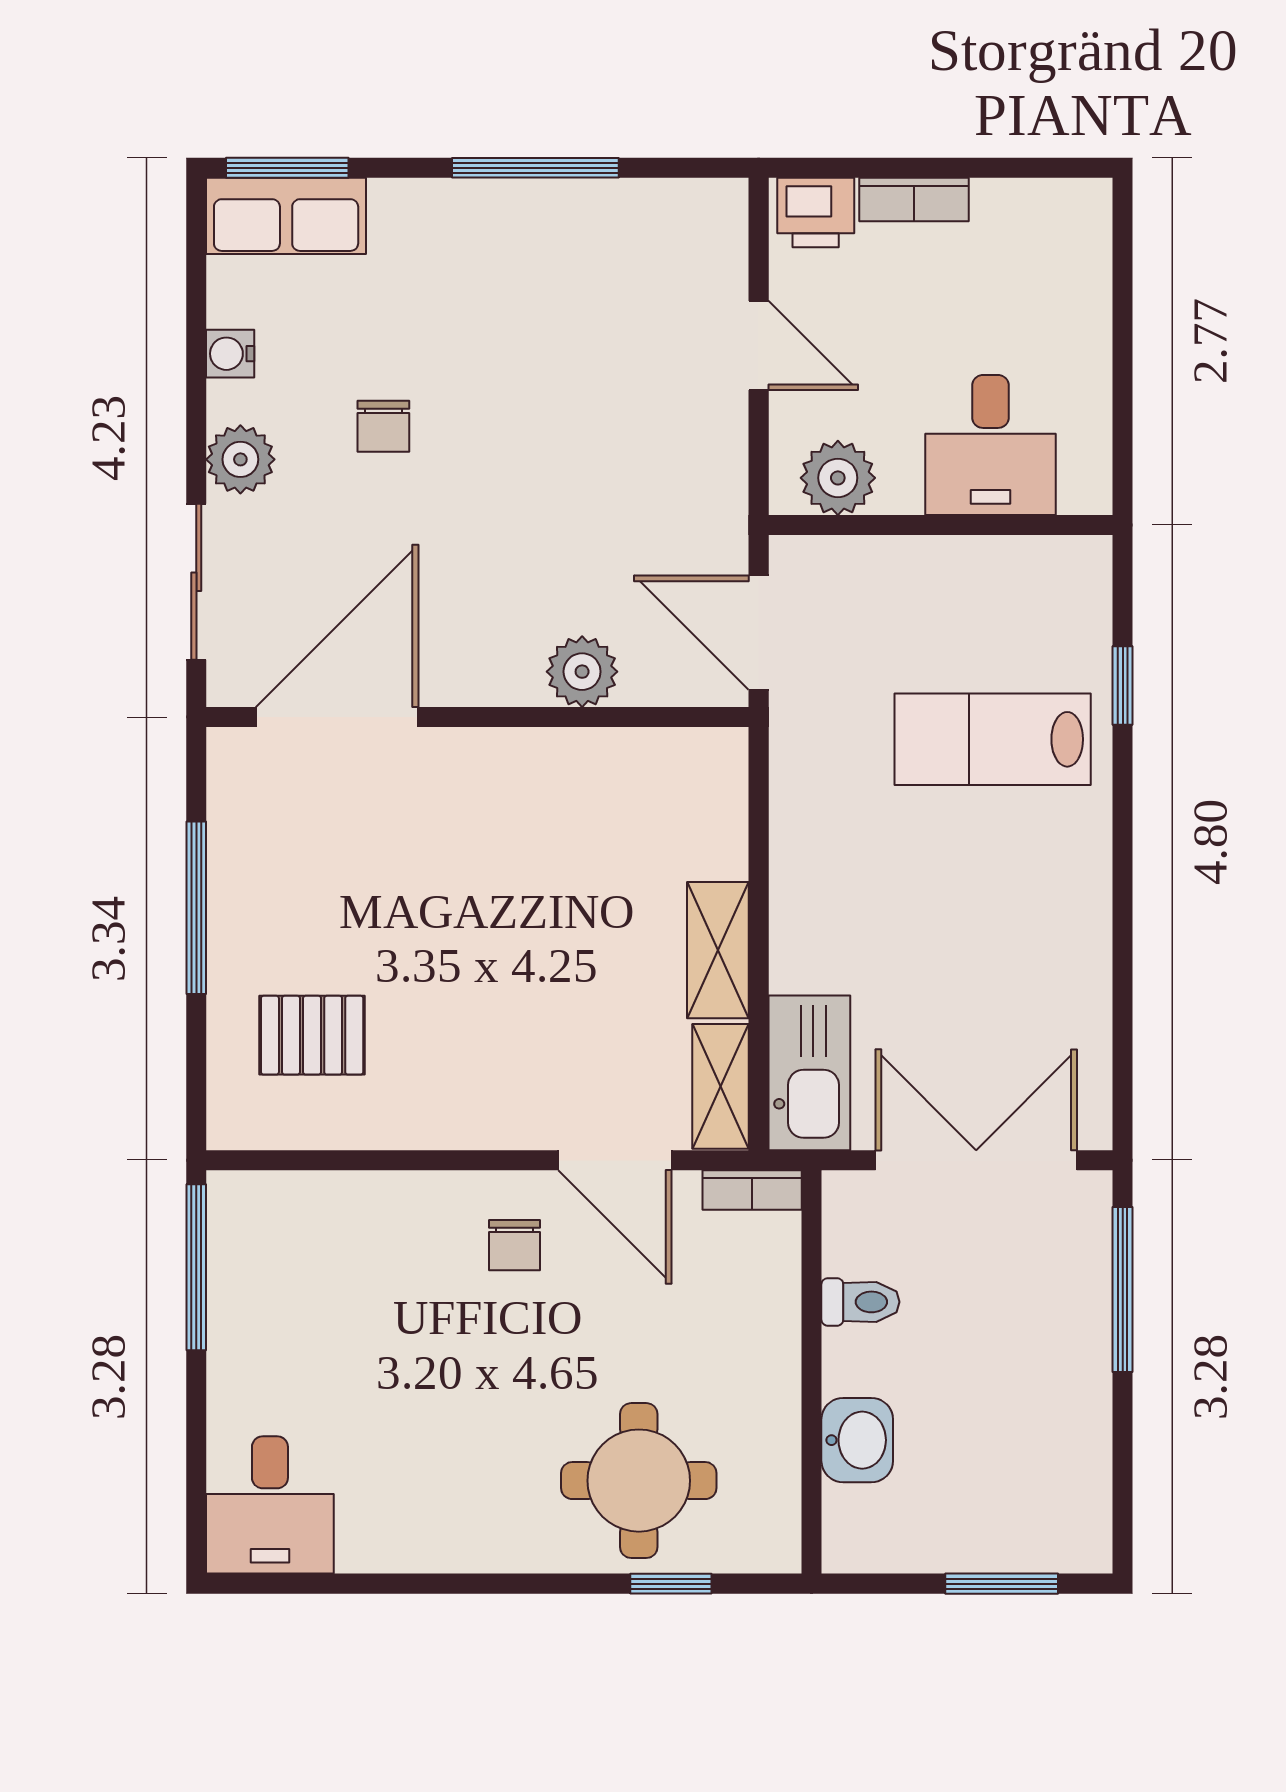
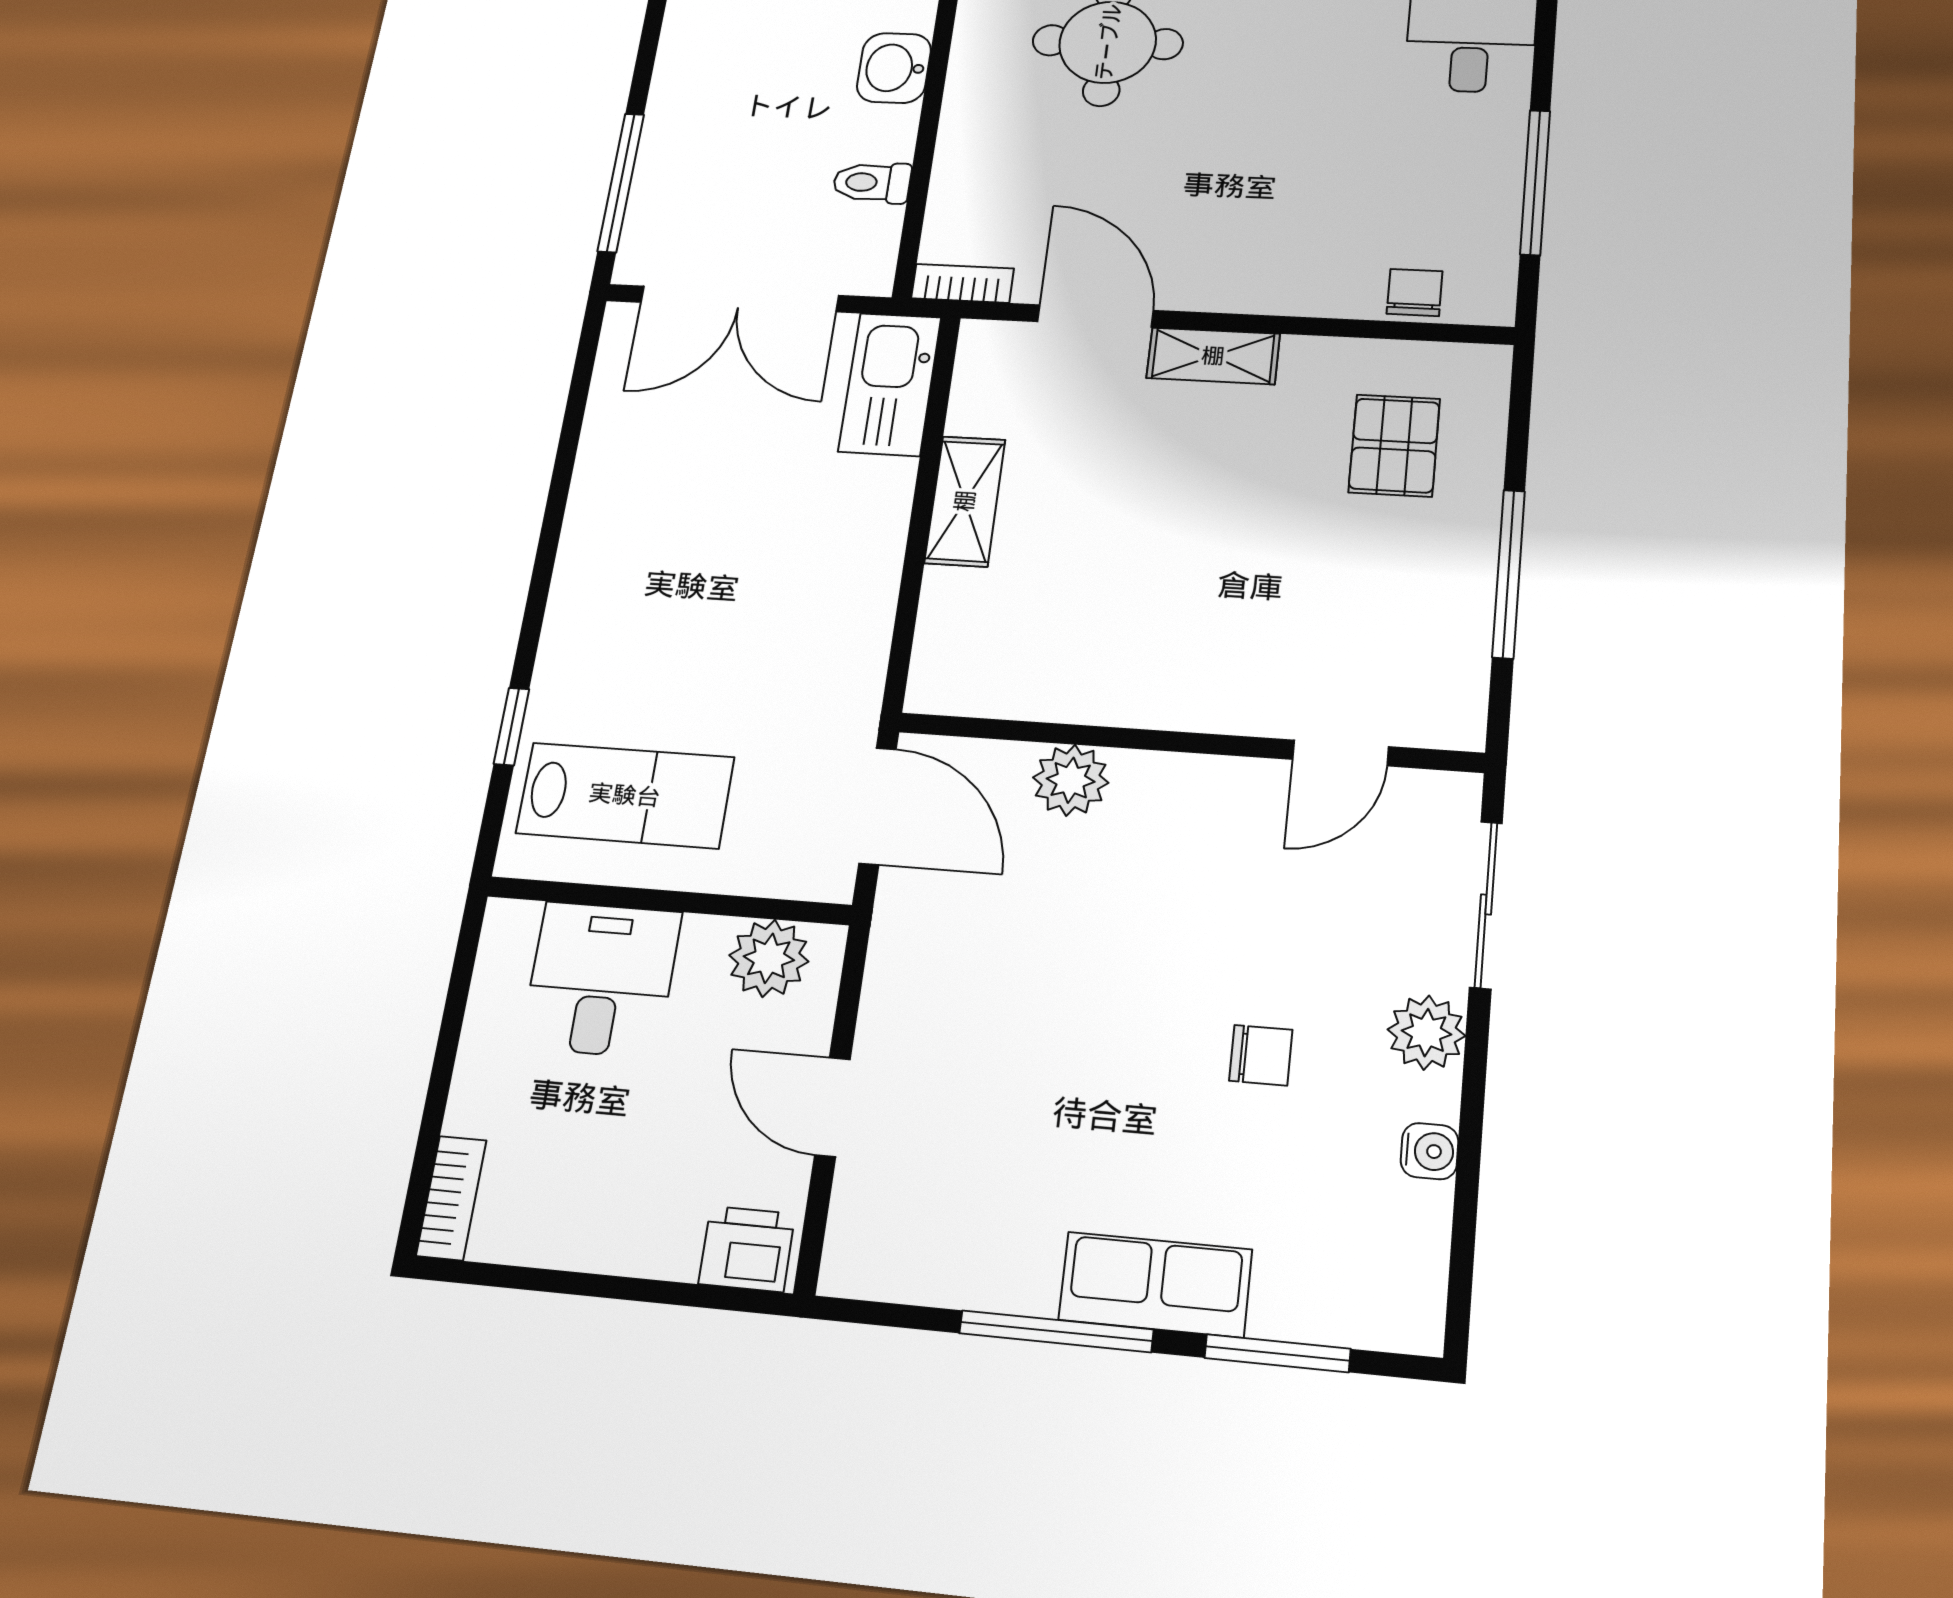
window: (287, 168) -> (1277, 1353), moved
bookcase: (914, 200) -> (451, 1198), moved, turned 90
row of seats: (286, 216) -> (1155, 1285), moved
chair: (383, 426) -> (1261, 1055), turned 90
door: (337, 717) -> (1340, 753), width x0.53
lab bench: (993, 739) -> (625, 795), moved
pallet: (312, 1035) -> (1394, 445), turned 90
shelving: (721, 1086) -> (1213, 356), moved, turned 90
chair: (515, 1245) -> (1415, 293), moved
window: (196, 1267) -> (1535, 182), moved

